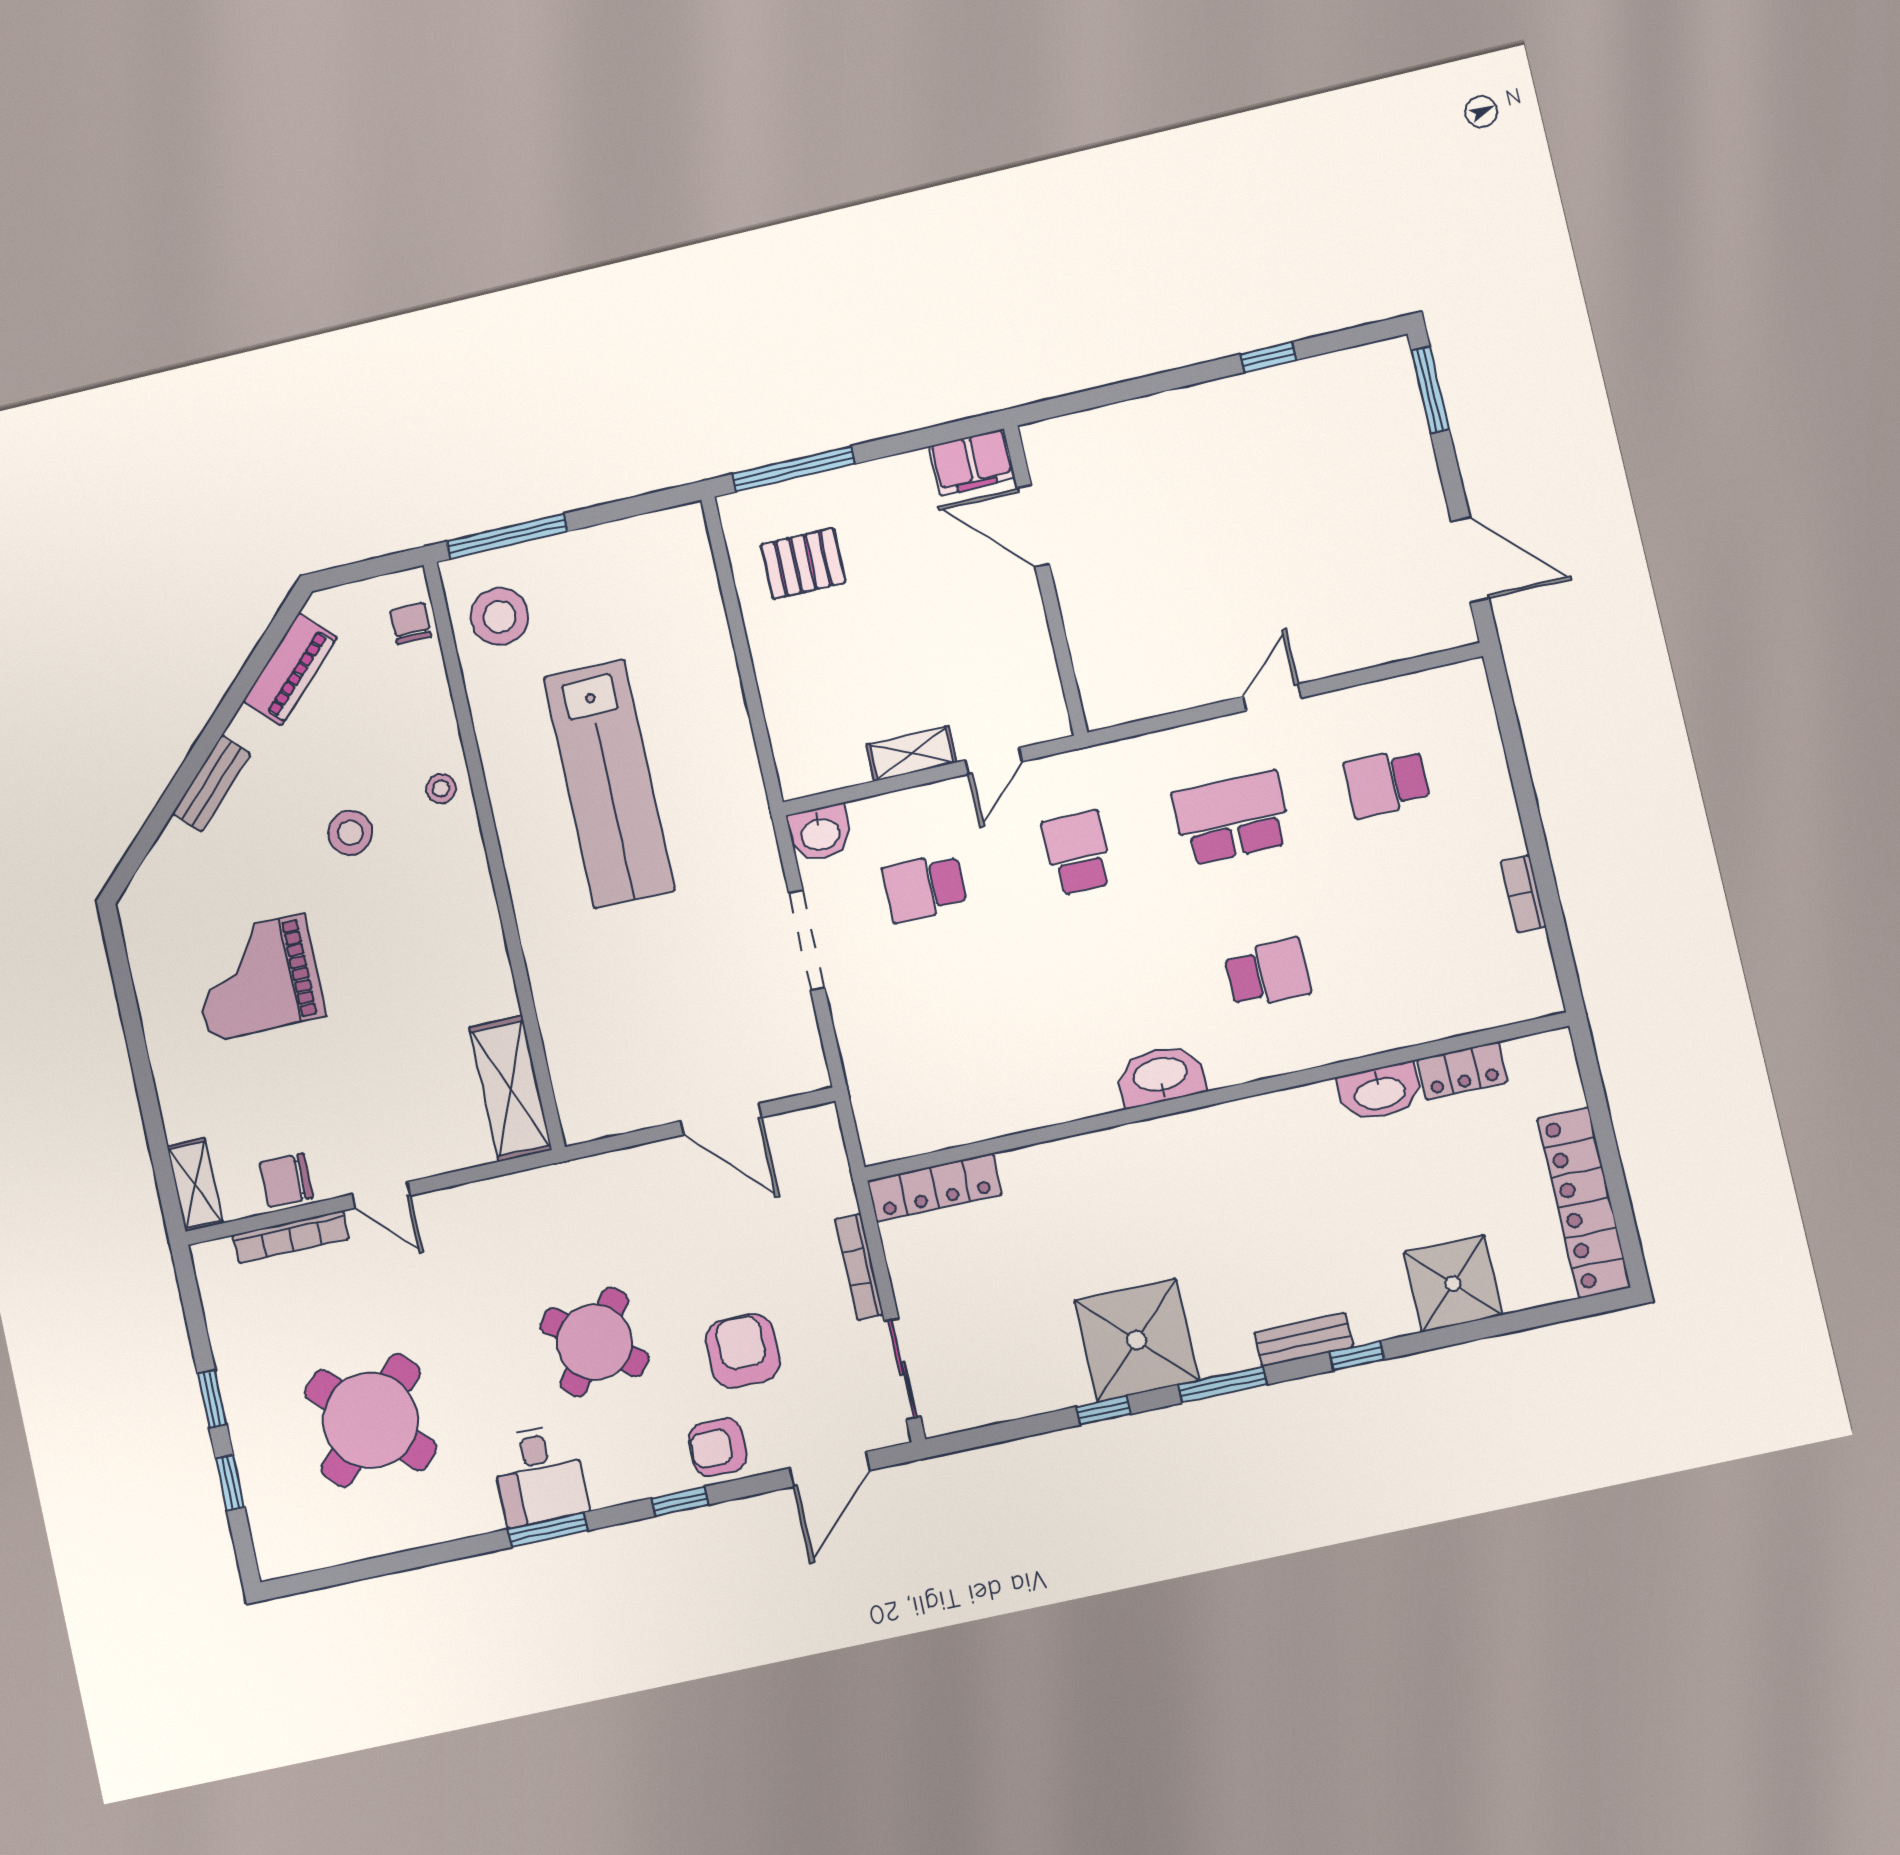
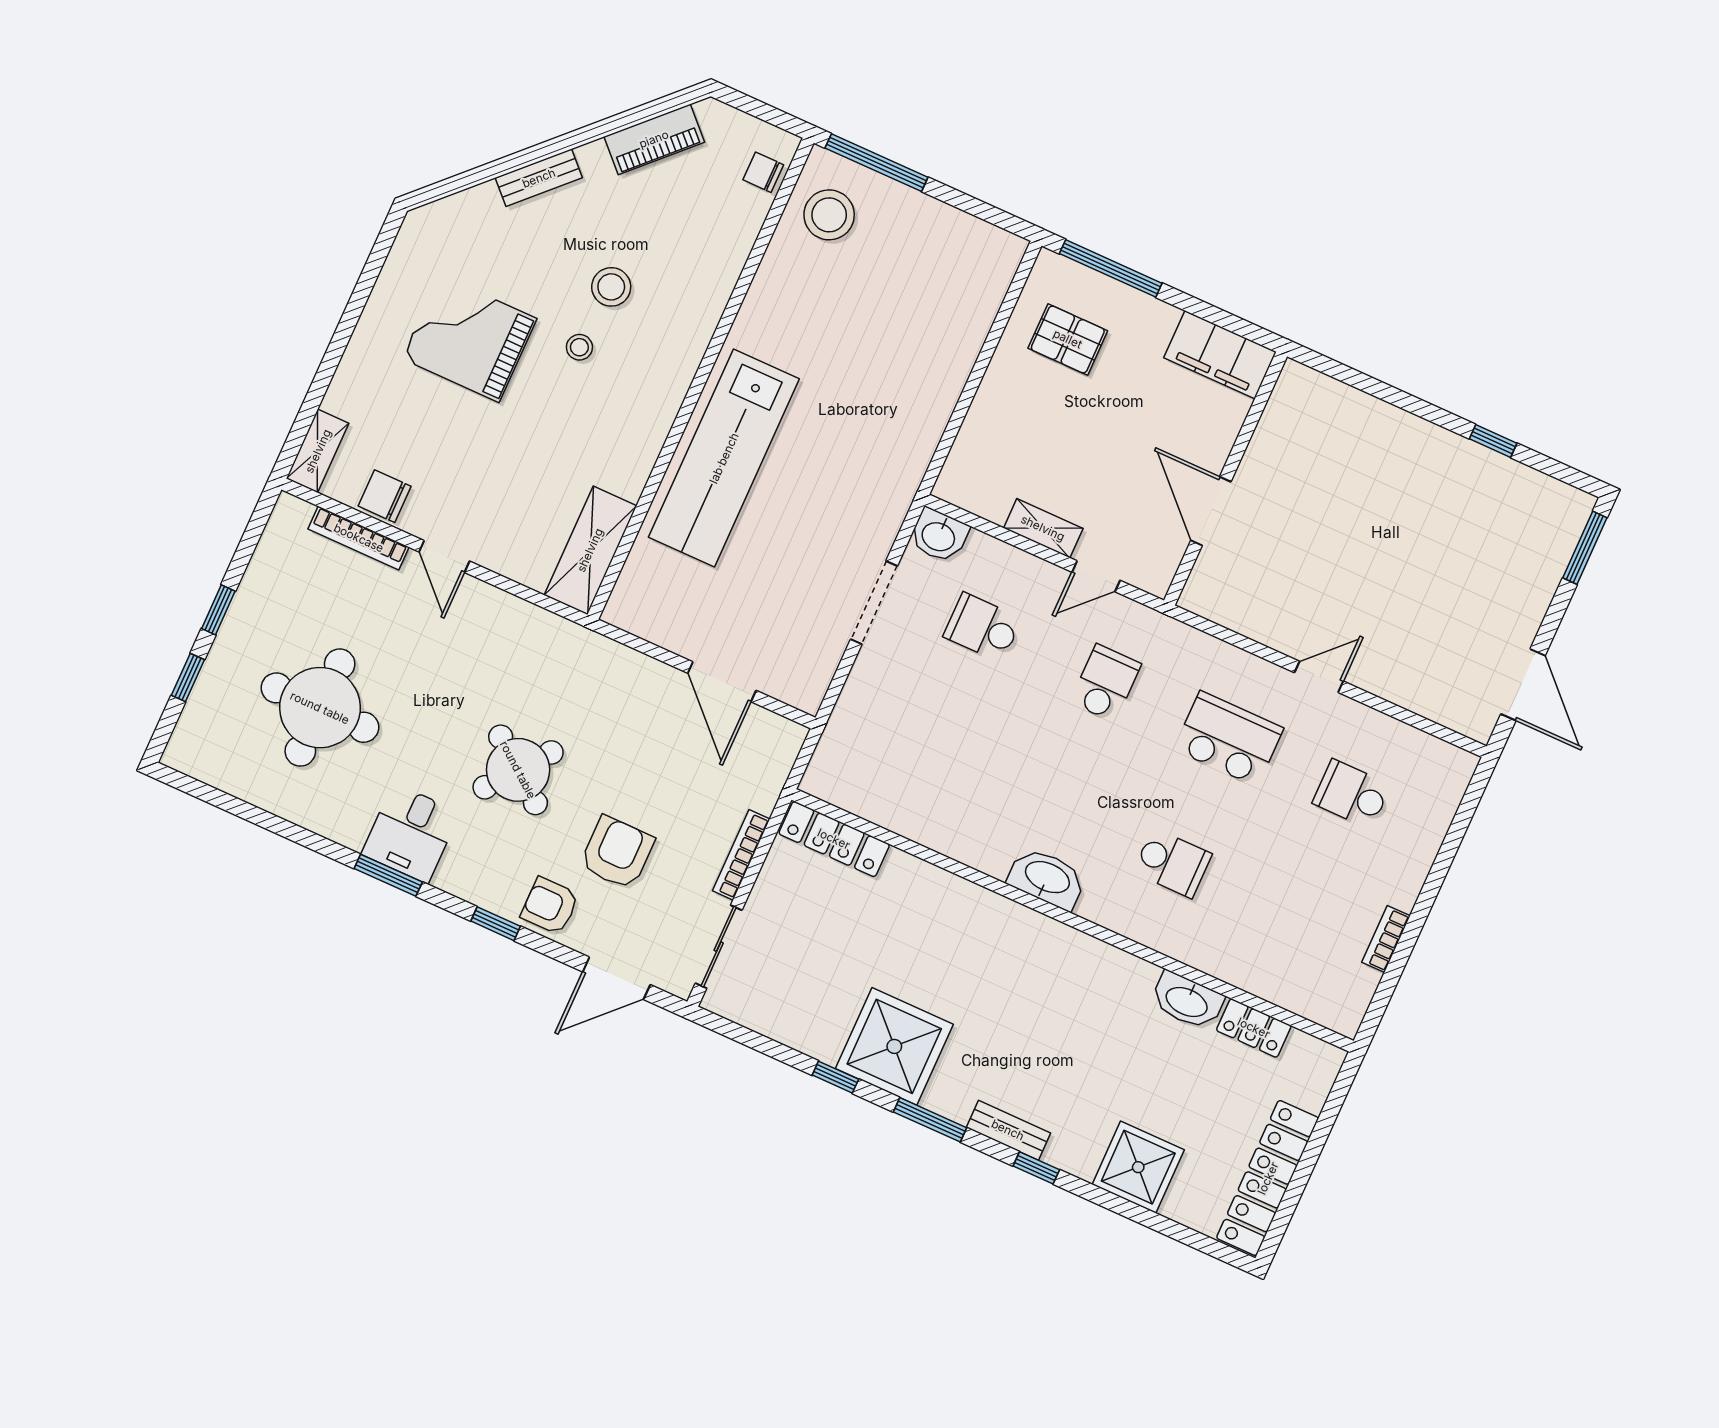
filing cabinet: (972, 462) -> (1220, 355), width x1.50, depth x1.17
door: (1033, 526) -> (1211, 511), moved
chair: (411, 624) -> (763, 172), turned -90
lab bench: (609, 784) -> (724, 458), moved
stool: (441, 789) -> (579, 347), moved
round table: (371, 1420) -> (320, 708), turned 45

